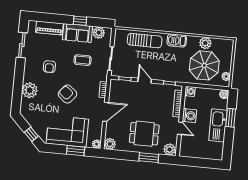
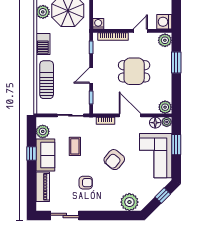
plant: (30, 90) -> (129, 202), moved
washing machine: (189, 116) -> (164, 22), moved, turned -90
floor lamp: (97, 134) -> (155, 123), added
dining table: (144, 134) -> (134, 71), moved, turned 90

